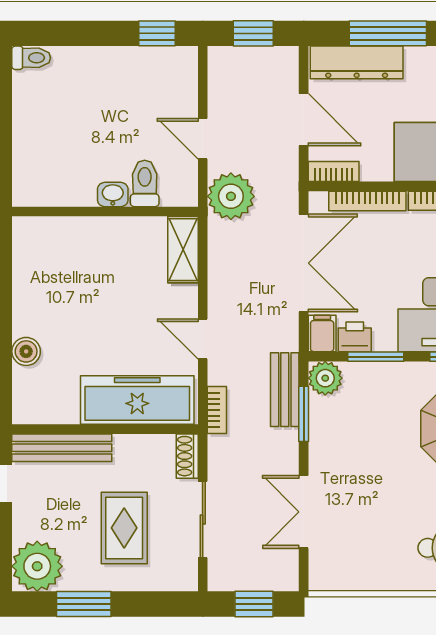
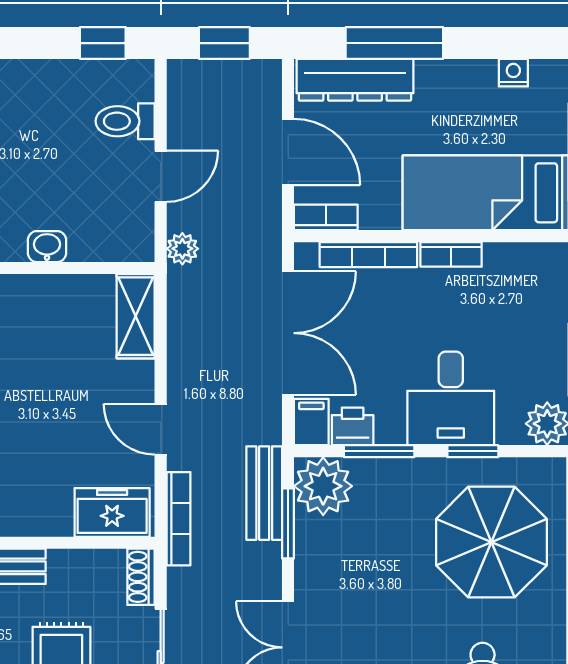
door: (203, 139) -> (161, 176), swing flipped
toilet: (145, 183) -> (125, 121), moved, turned -90
plant: (231, 196) -> (182, 249), width x0.53, depth x0.53
plant: (325, 378) -> (323, 486), width x1.36, depth x1.36
freezer: (137, 400) -> (112, 512), width x0.52, depth x0.79
bookcase: (217, 410) -> (179, 519), width x1.56

